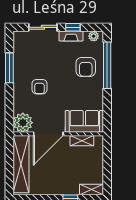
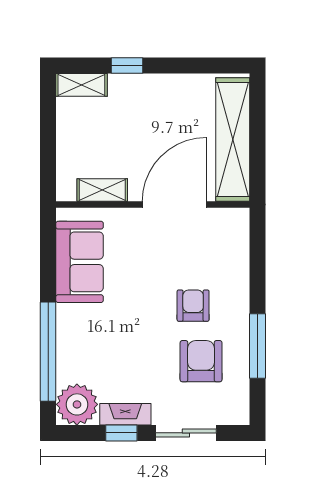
plant: (94, 36) -> (77, 404), width x1.88, depth x1.88
armchair: (86, 67) -> (201, 361), moved
sofa: (84, 121) -> (80, 262), moved, turned -90
plant: (23, 123) -> (229, 229), removed

